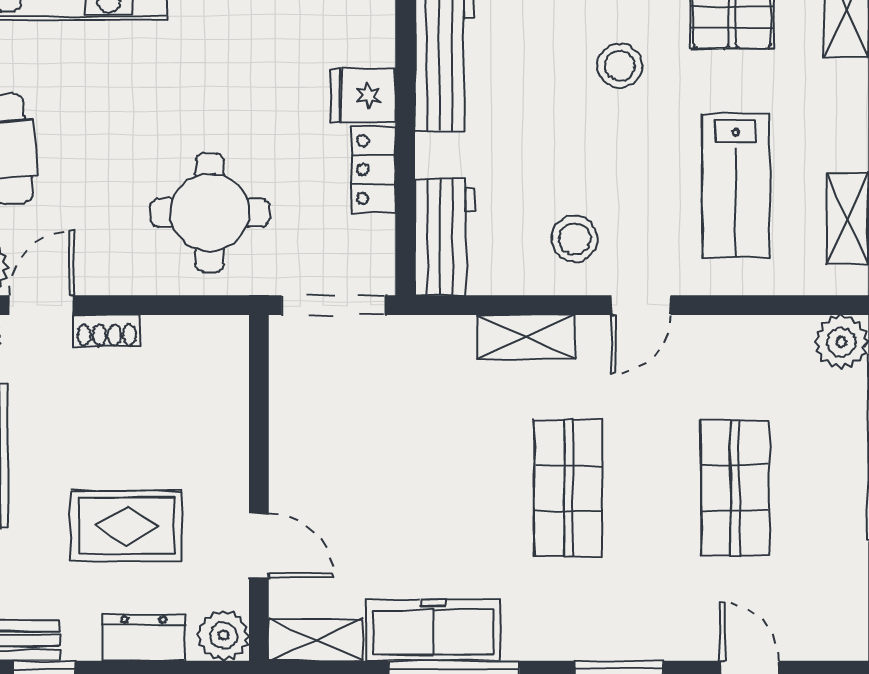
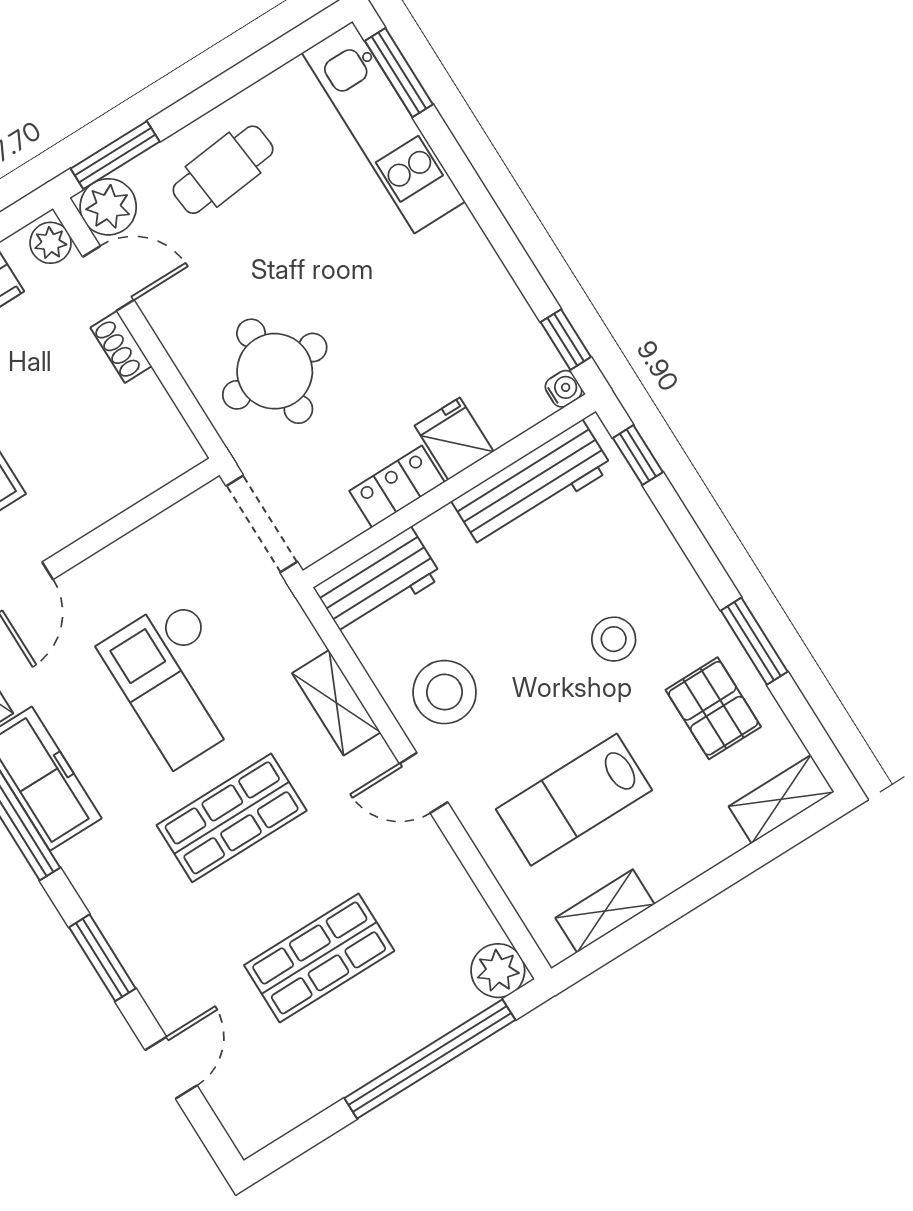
stool: (575, 239) -> (445, 692), width x1.38, depth x1.38
checkout: (423, 461) -> (178, 681), added

